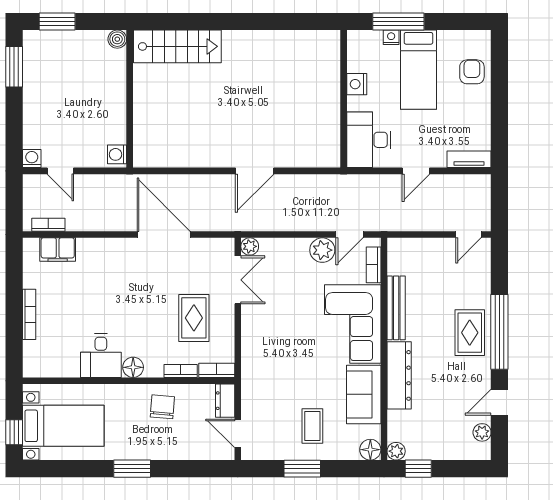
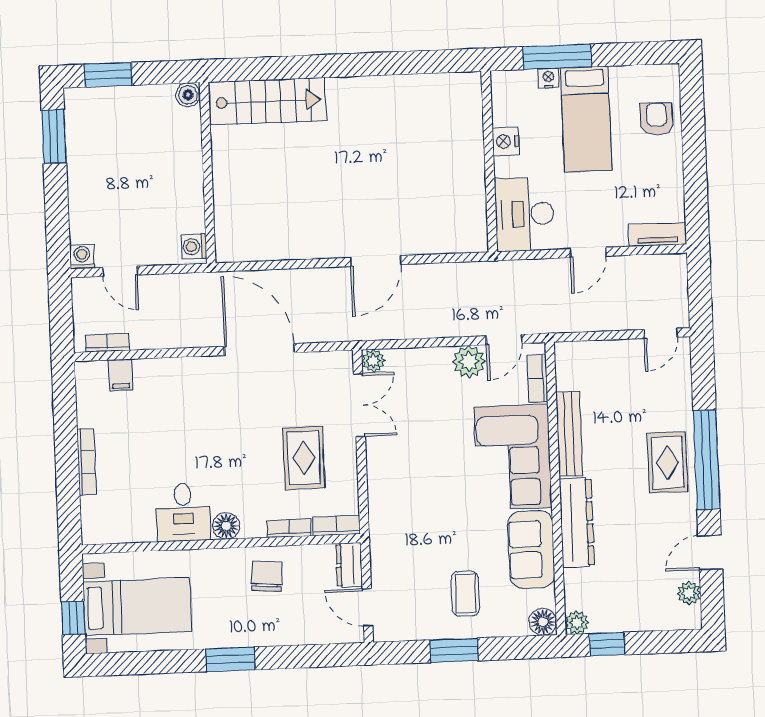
filing cabinet: (58, 250) -> (121, 375), width x0.50

